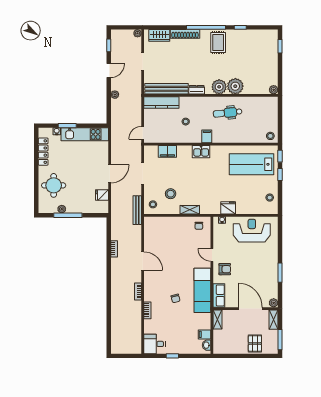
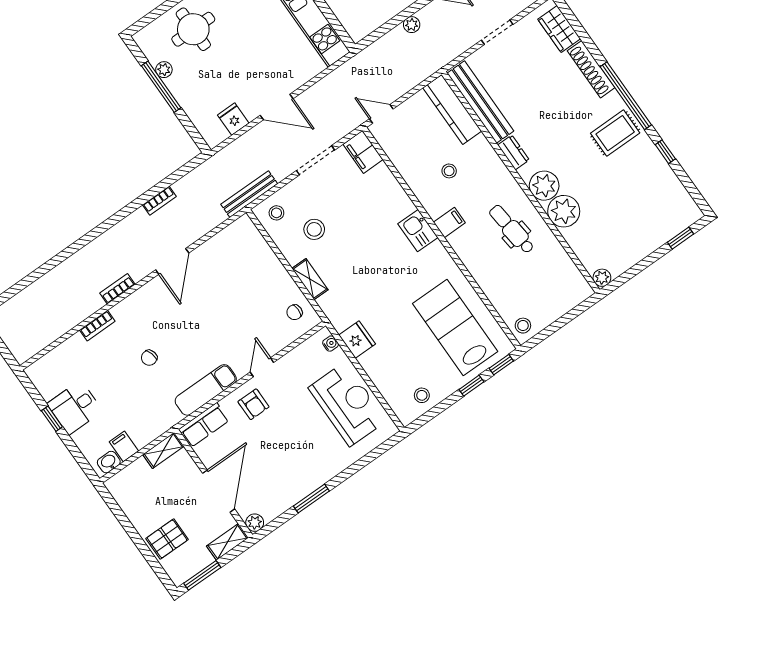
filing cabinet: (167, 151) -> (363, 152), moved
exam couch: (202, 290) -> (206, 390), width x0.73, depth x0.69
desk: (155, 344) -> (75, 407), moved, turned -90

